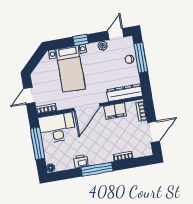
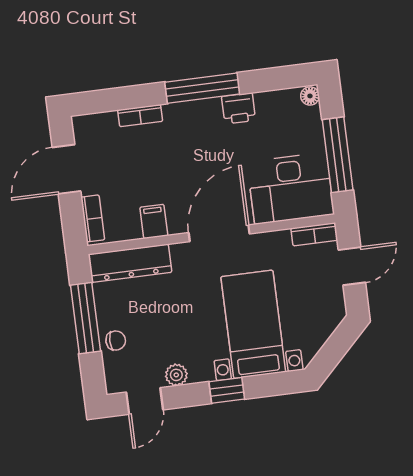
window: (141, 58) -> (85, 318), moved
filing cabinet: (115, 111) -> (154, 221), width x0.50

